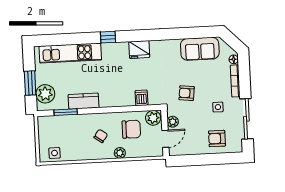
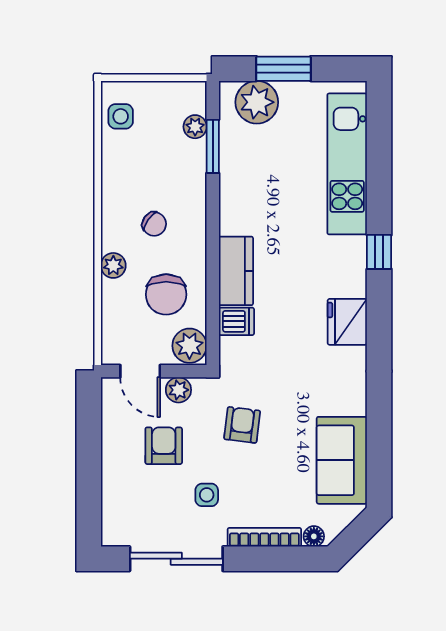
kitchen counter: (84, 101) -> (236, 271), moved
plant: (57, 120) -> (195, 127), added
armchair: (217, 139) -> (164, 446), moved

